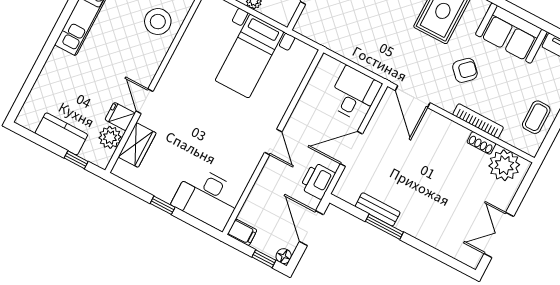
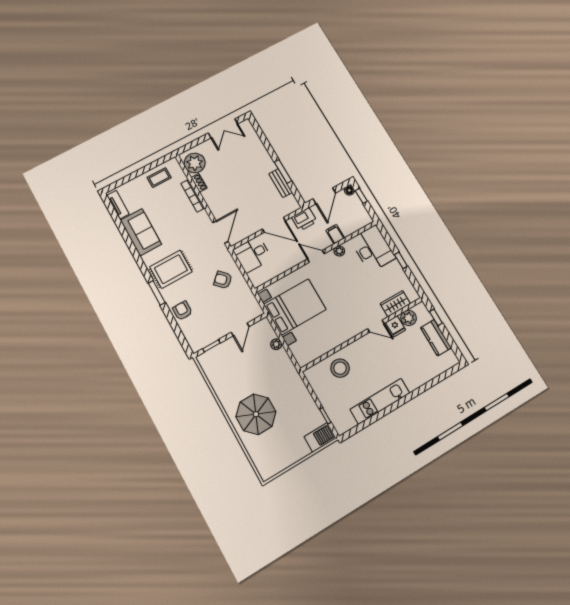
bed with nightstands: (249, 56) -> (295, 307), width x1.36
armchair: (465, 70) -> (223, 280), moved
door: (145, 101) -> (376, 326), hinge flipped
door: (273, 142) -> (316, 256), hinge flipped
plant: (248, 168) -> (339, 251), added
filing cabinet: (242, 232) -> (335, 234), moved

